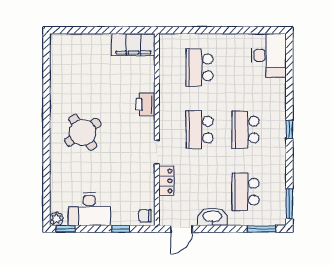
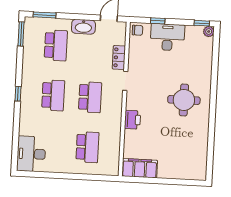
round table: (83, 132) -> (184, 100), turned 34
desk: (89, 209) -> (167, 37), moved

